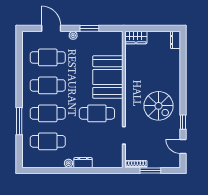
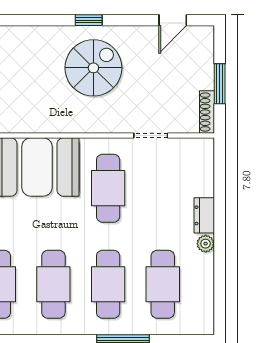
window: (183, 122) -> (89, 20), moved

